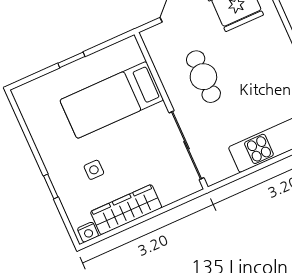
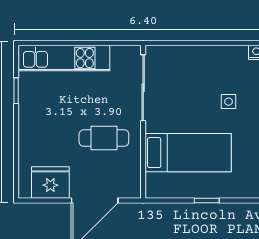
cafe table: (203, 77) -> (104, 138), turned 90
wardrobe: (126, 210) -> (217, 57), removed

